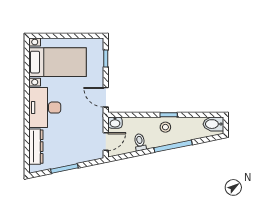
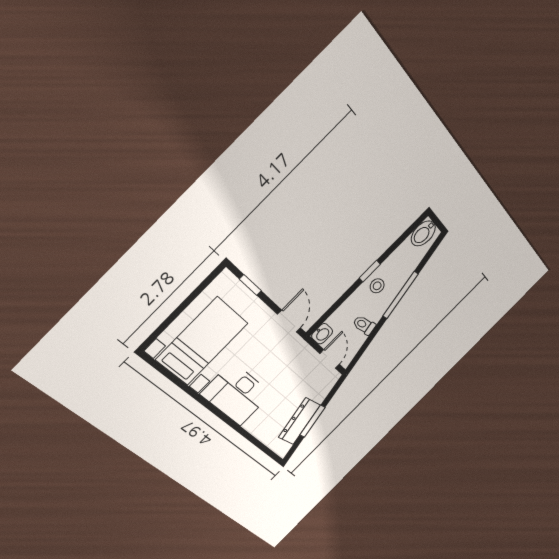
door: (106, 97) -> (289, 321), swing flipped
dresser: (36, 147) -> (299, 421), moved, turned -102

